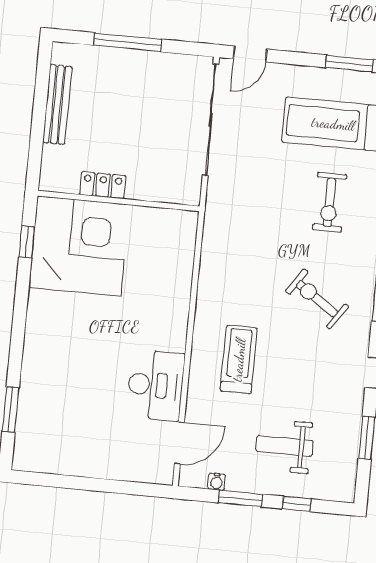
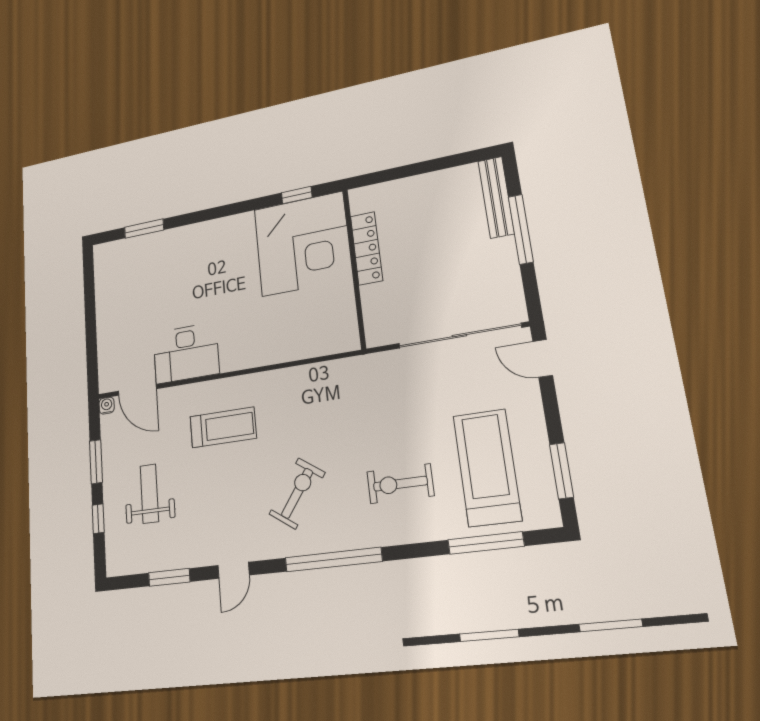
bench: (57, 105) -> (496, 197), moved, turned 90
locker: (103, 185) -> (367, 248), width x1.53
water cooler: (217, 482) -> (107, 406), moved, turned 90

